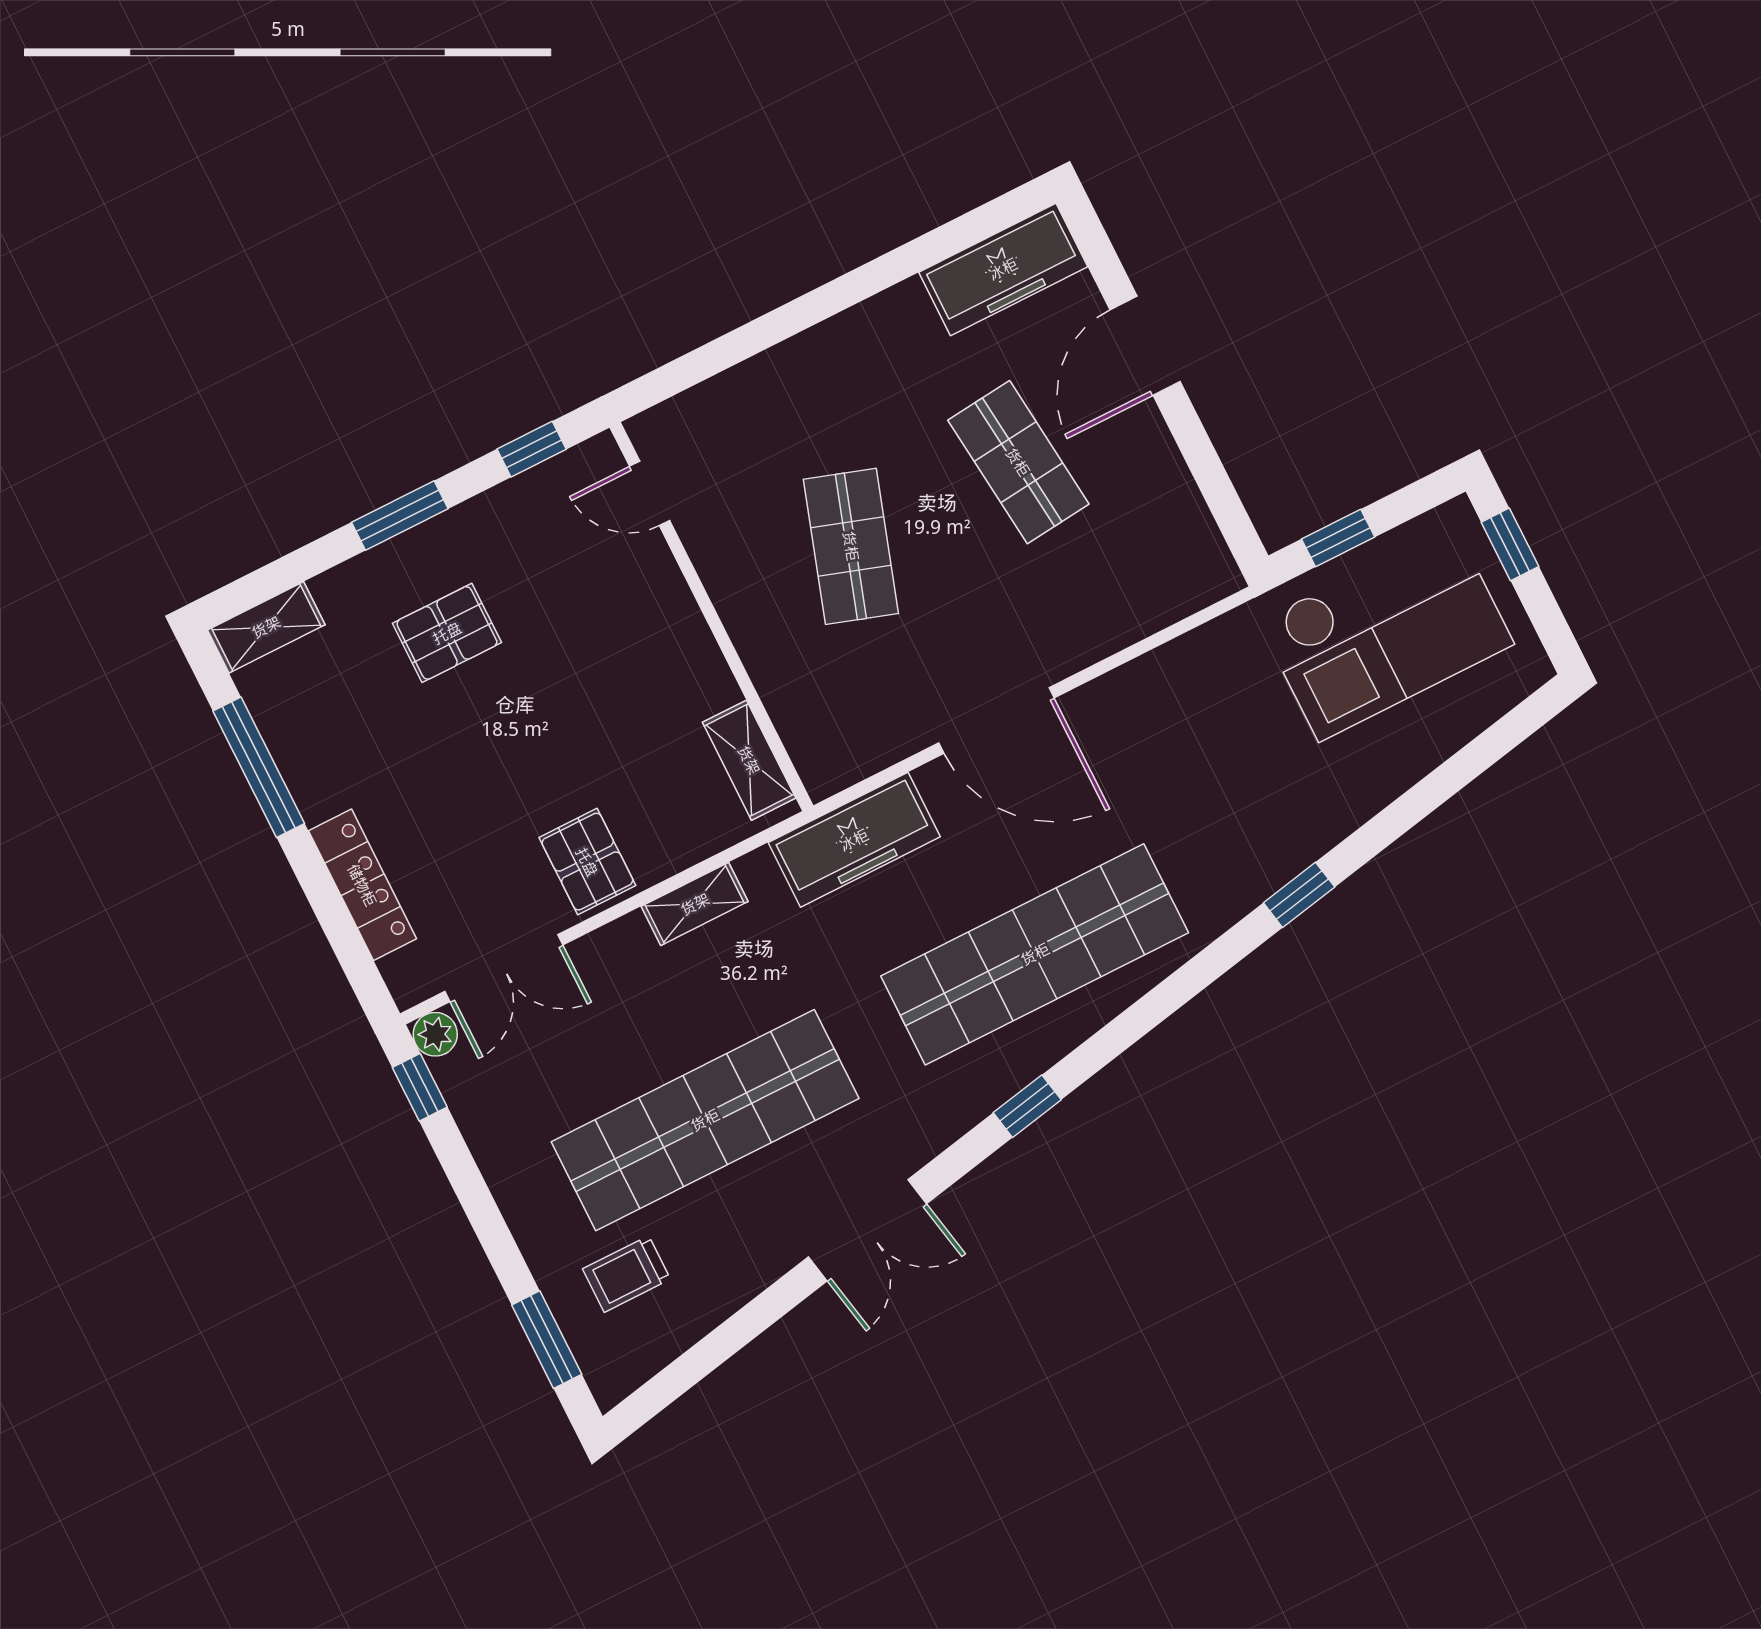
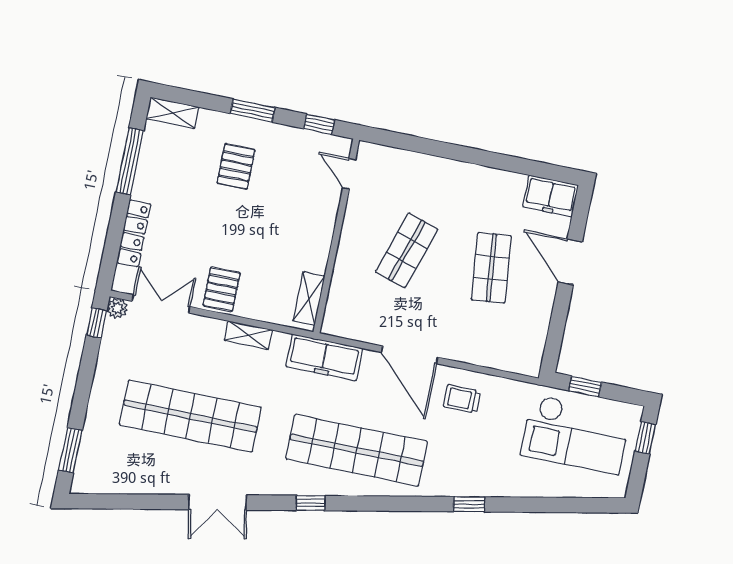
freezer: (1003, 269) -> (551, 196), width x0.71
door: (1145, 346) -> (570, 262), hinge flipped
pallet: (447, 633) -> (236, 166), turned 90
double door: (504, 968) -> (161, 304), swing flipped
trolley: (626, 1274) -> (462, 399), moved

